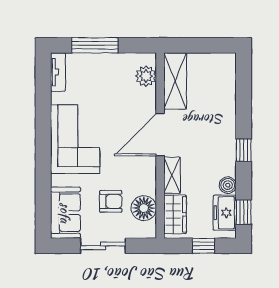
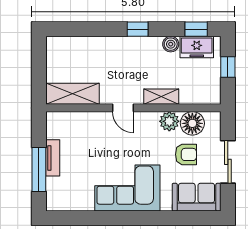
tv unit: (58, 72) -> (53, 158), moved, turned 90
plant: (146, 76) -> (169, 121), moved
door: (160, 135) -> (123, 108), width x0.53
armchair: (111, 201) -> (186, 154), turned 90
wardrobe: (175, 214) -> (198, 94), removed

